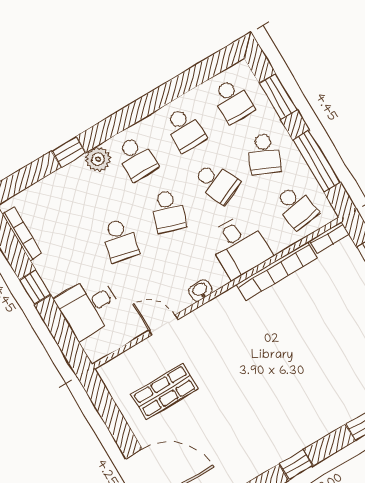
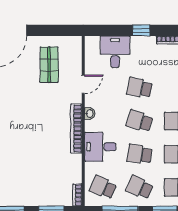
school desk: (216, 183) -> (139, 154), turned 33
school desk: (296, 207) -> (103, 187), turned 33
bookcase: (277, 271) -> (76, 129), moved

